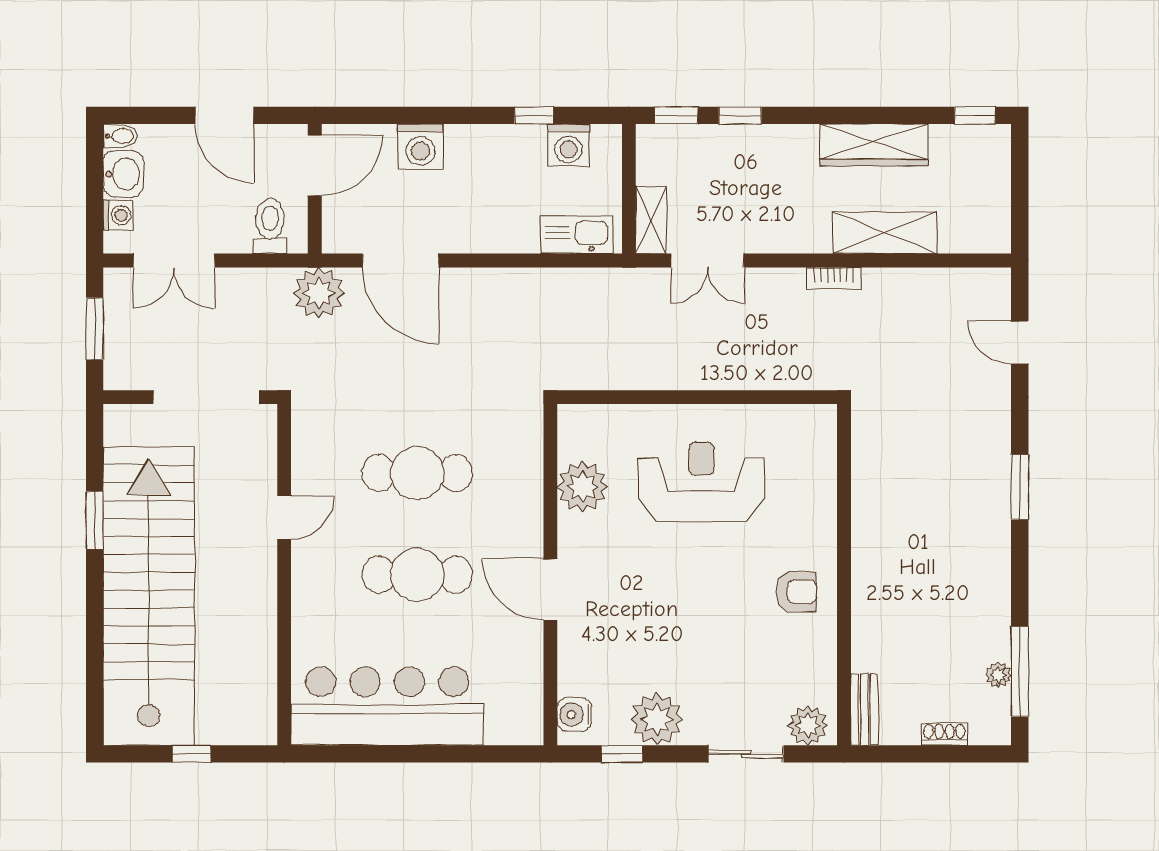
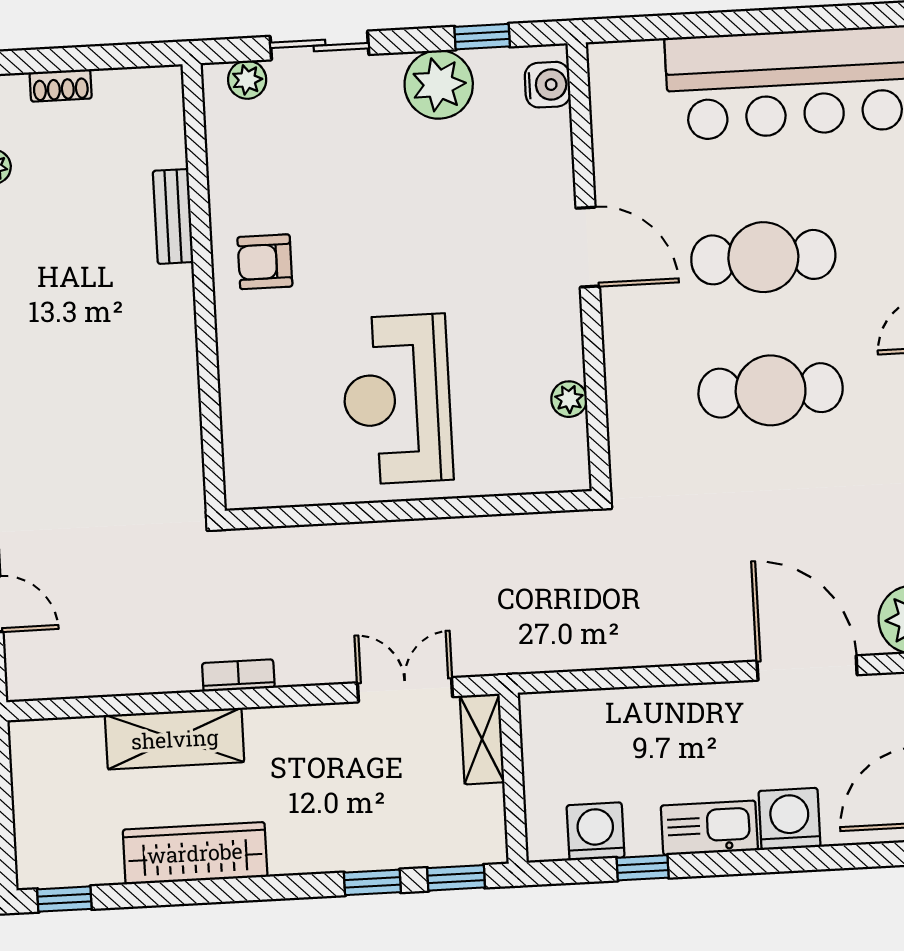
kitchen sink: (577, 235) -> (709, 828), moved, turned 180
reception desk: (702, 482) -> (397, 399), turned 90
plant: (583, 487) -> (569, 399), width x0.53, depth x0.53
bench: (864, 709) -> (173, 216), moved
plant: (808, 725) -> (247, 80), width x0.73, depth x0.73

